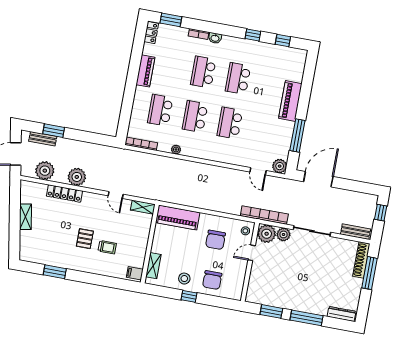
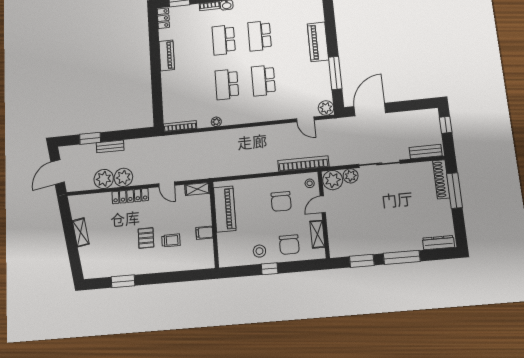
school desk: (160, 110) -> (191, 88), removed
bench: (43, 139) -> (110, 146), moved
plant: (45, 171) -> (104, 179), moved
locker: (64, 193) -> (130, 196), moved
bookcase: (264, 215) -> (303, 164), moved
piano: (178, 218) -> (225, 209), moved, turned -90
shelving: (153, 266) -> (317, 234), moved
filing cabinet: (135, 273) -> (204, 233), moved

